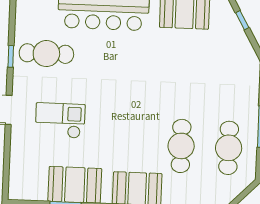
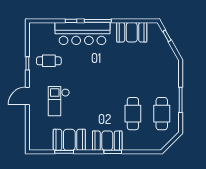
cafe table: (46, 54) -> (49, 61), width x0.73, depth x0.74
checkout: (60, 121) -> (59, 101), turned -90

